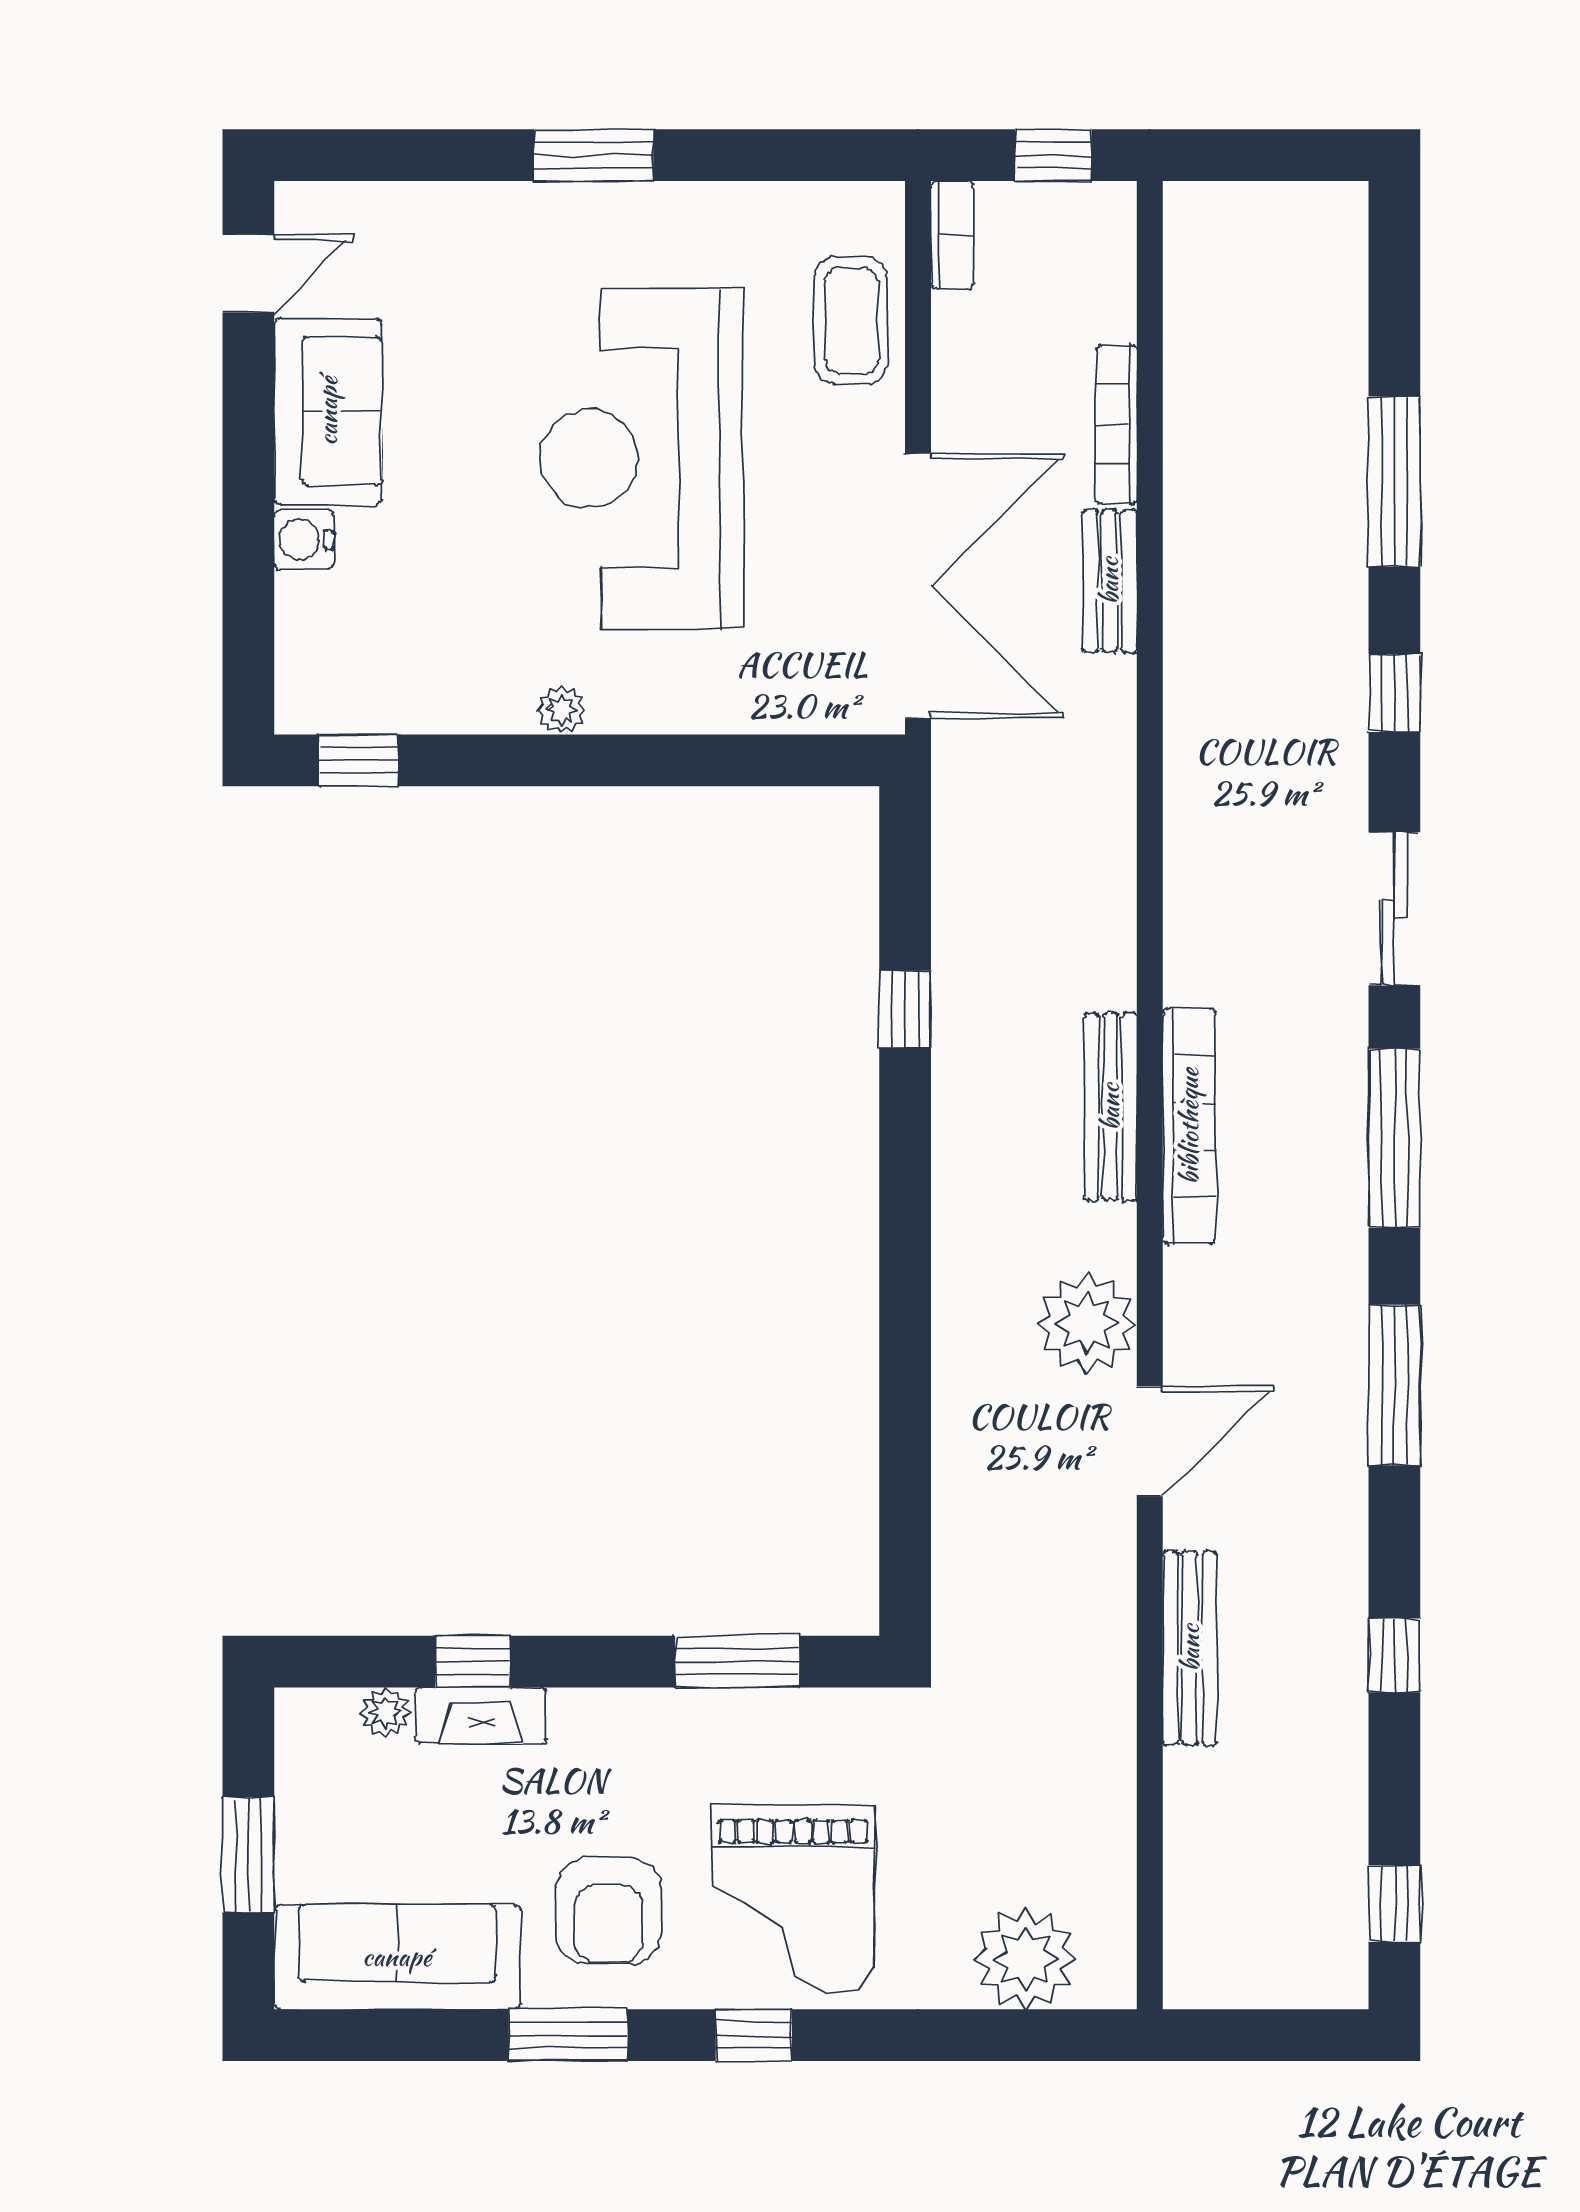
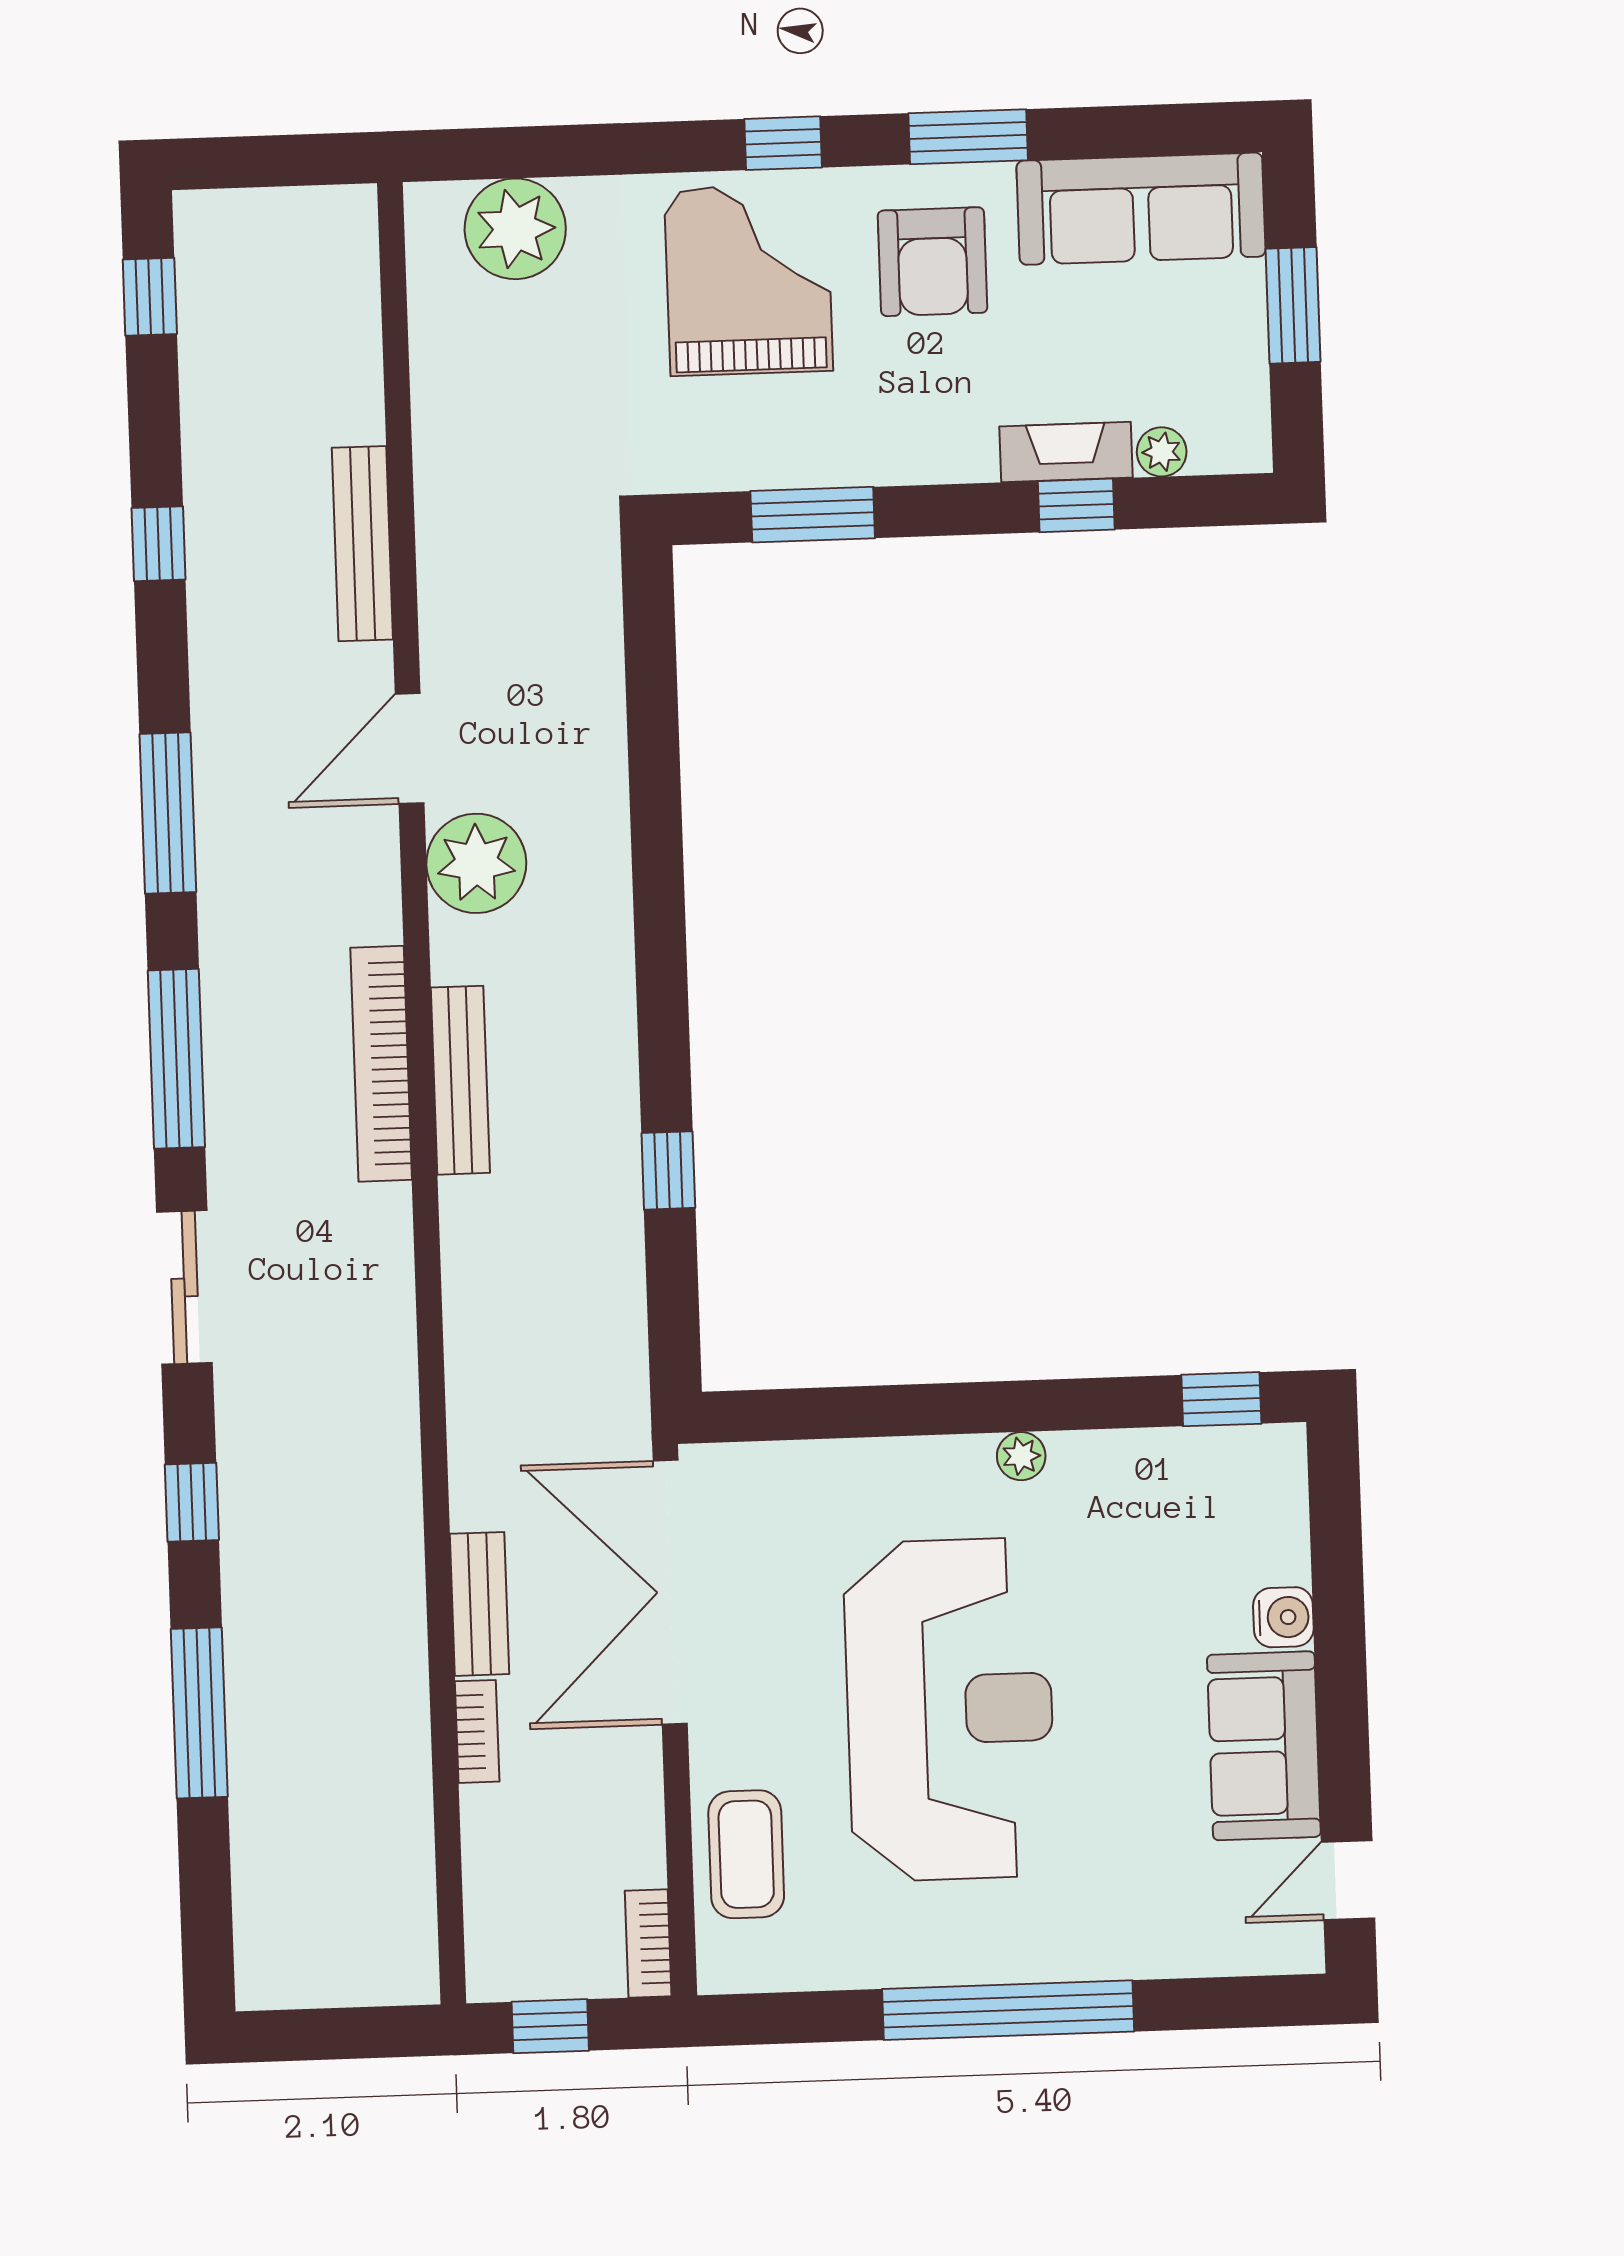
window: (594, 155) -> (1008, 2010), width x2.11
bookcase: (1116, 424) -> (477, 1731), width x0.64
armchair: (608, 1911) -> (933, 262), turned 180

